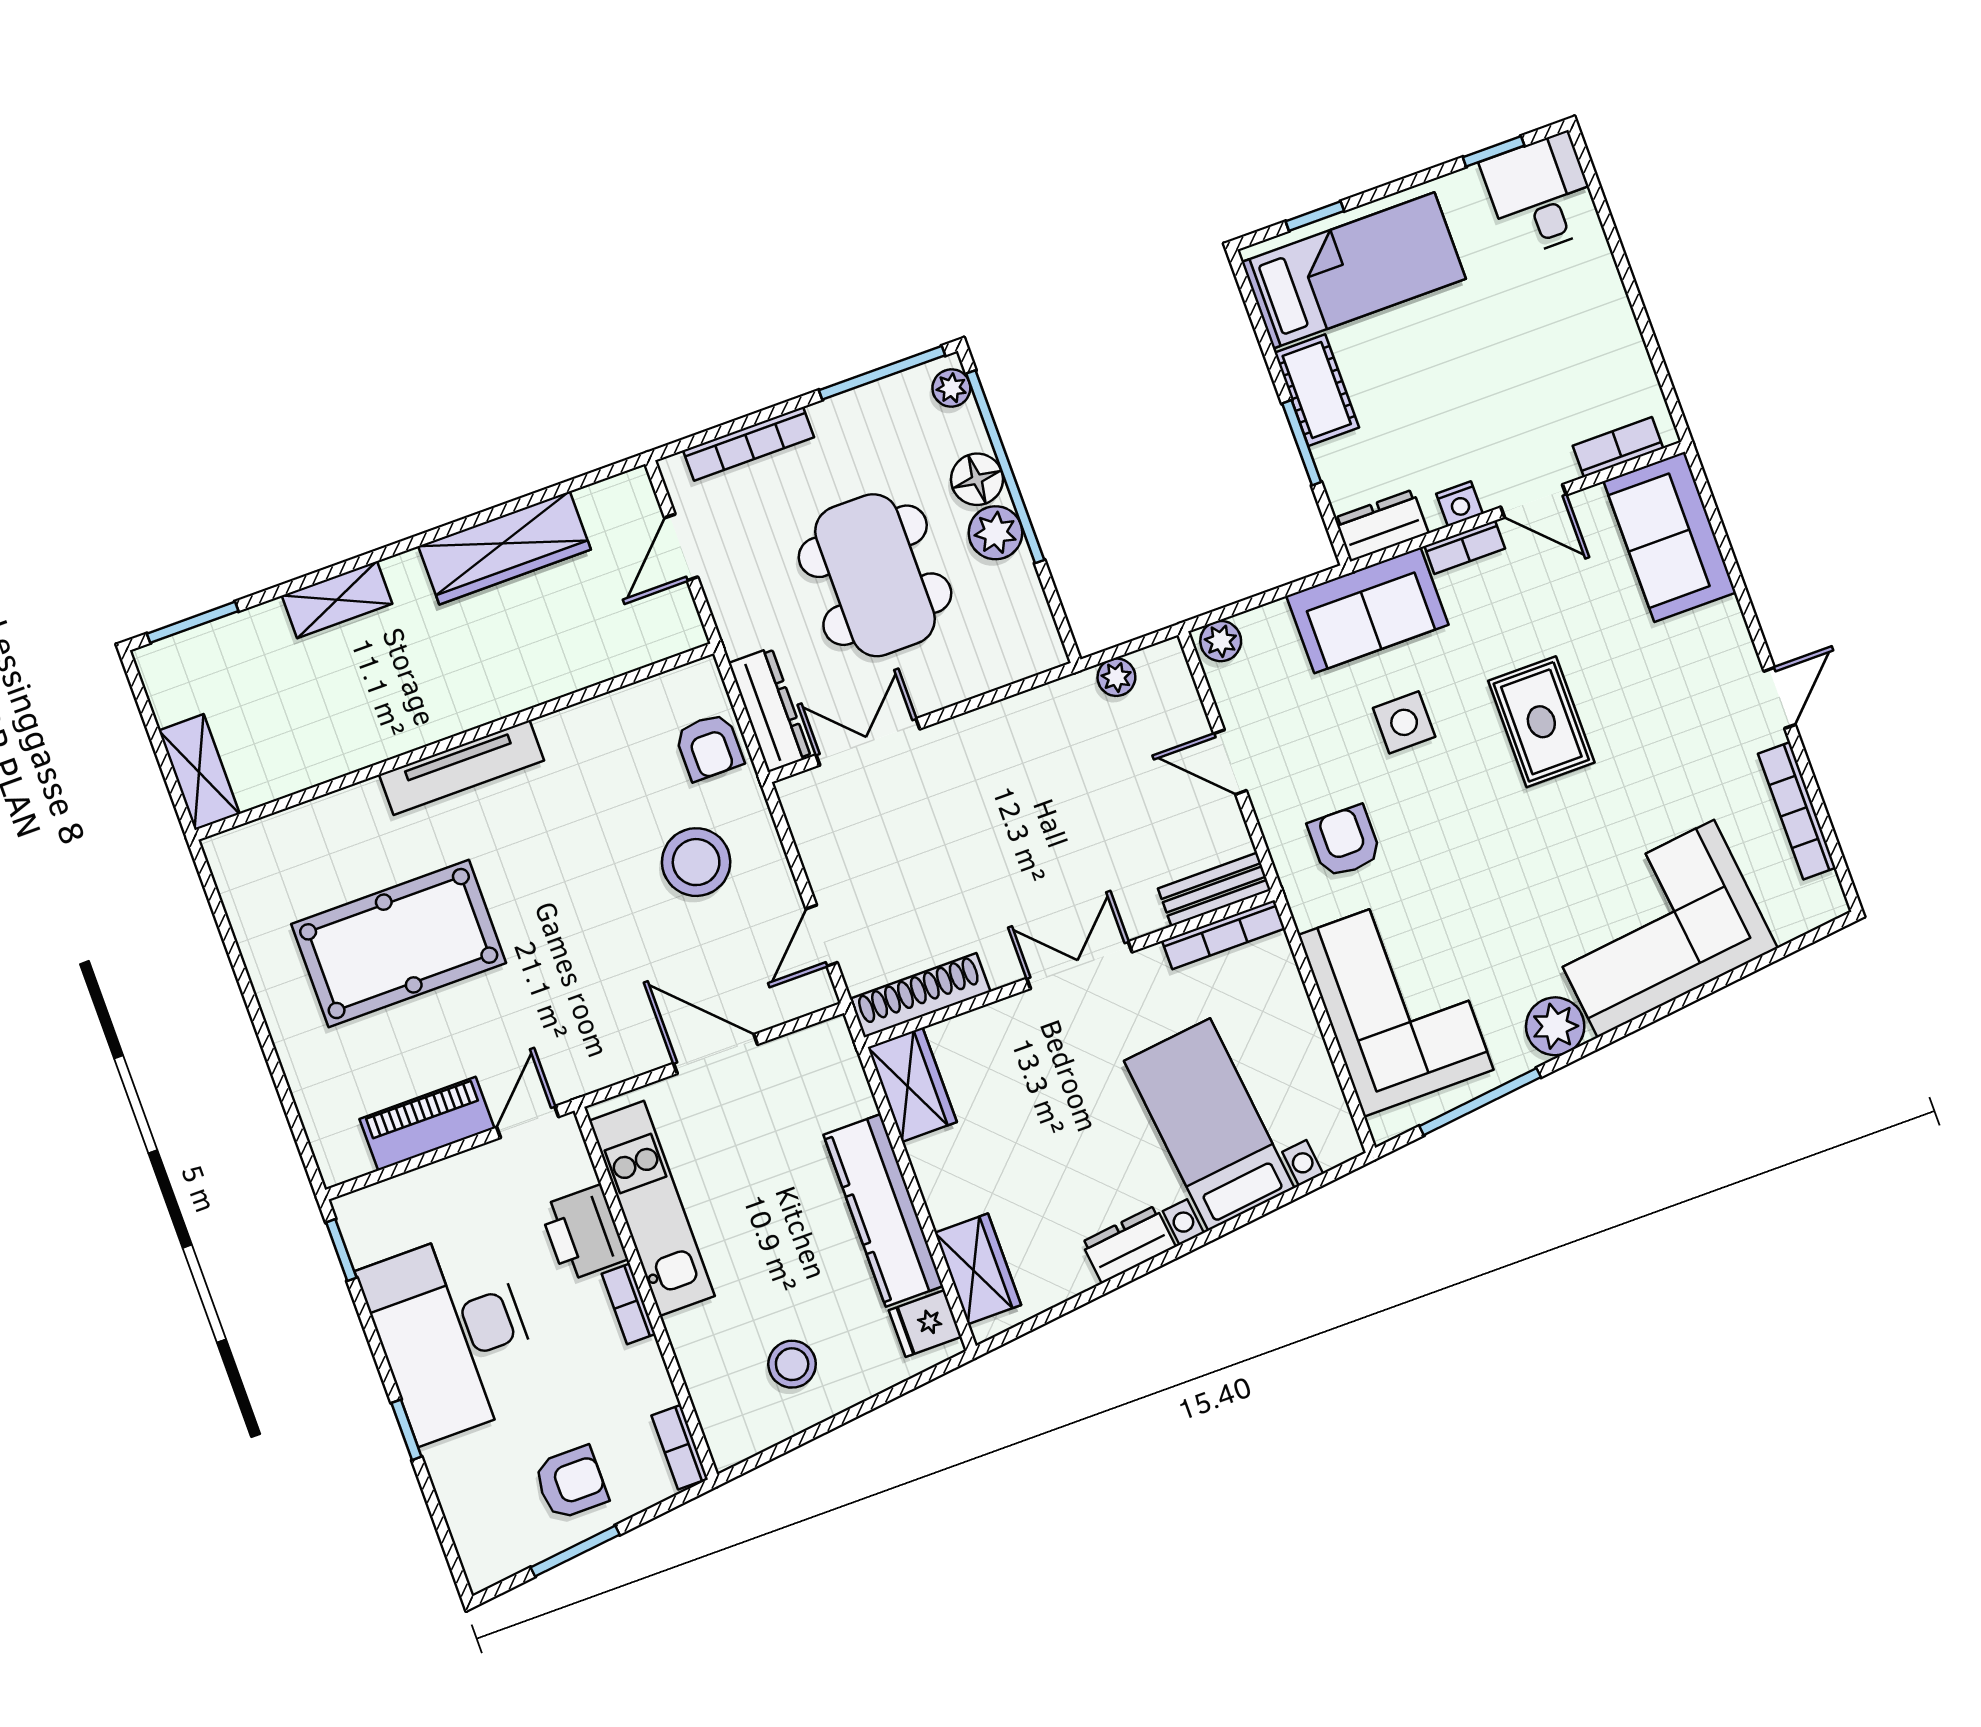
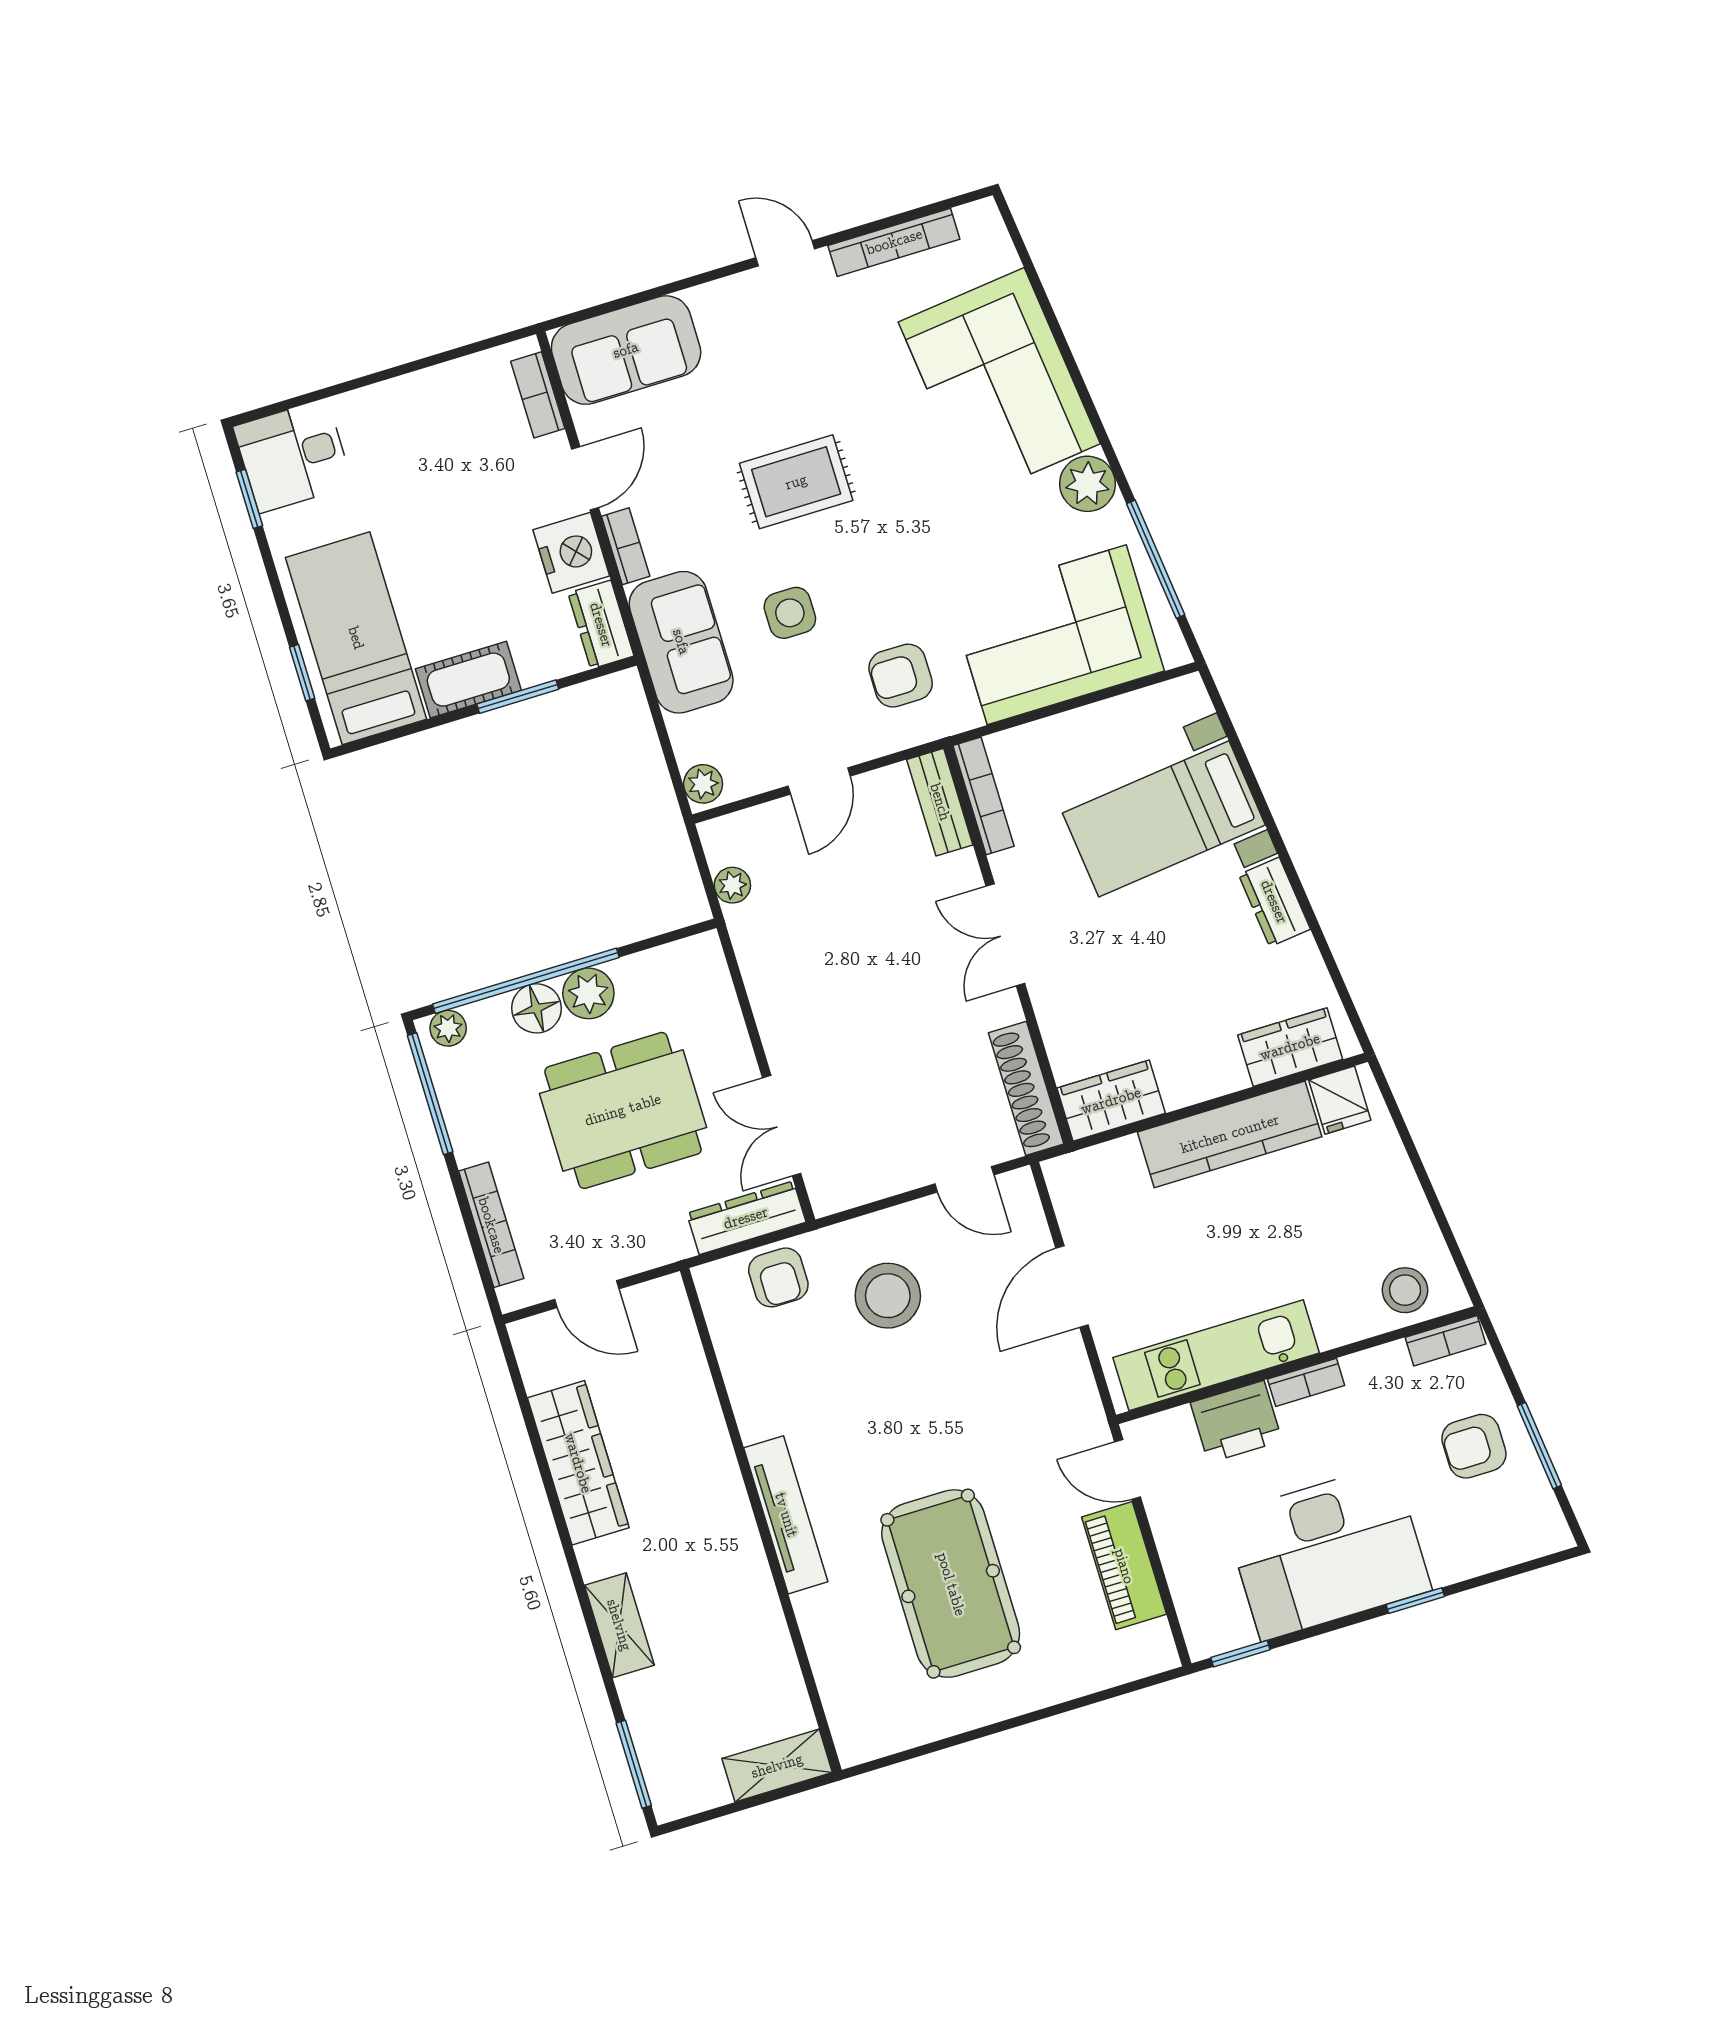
nightstand: (1460, 504) -> (571, 553), width x1.89, depth x1.79
armchair: (709, 747) -> (778, 1277), turned 90
stool: (792, 1364) -> (1405, 1290), moved
armchair: (571, 1483) -> (1474, 1446), turned -90

